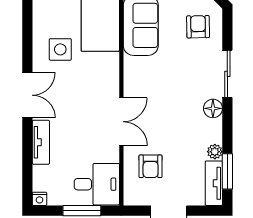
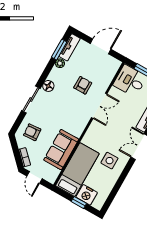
armchair: (198, 27) -> (32, 132), turned 87
double door: (121, 122) -> (99, 106), swing flipped
armchair: (151, 166) -> (83, 85), moved

